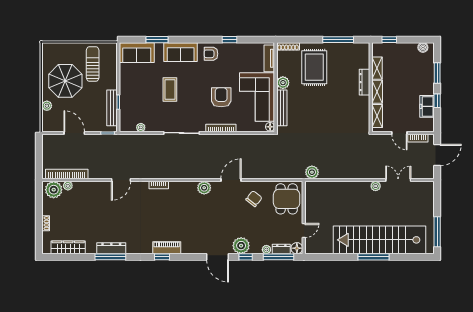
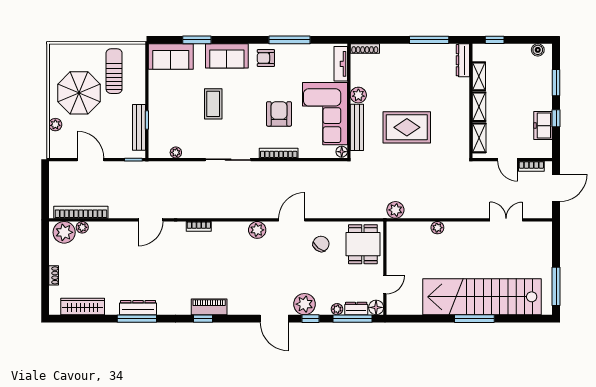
window: (229, 40) -> (290, 40), width x2.17
rug: (314, 67) -> (407, 127), moved, turned 90
dresser: (364, 82) -> (463, 60), moved
plant: (376, 186) -> (437, 228), moved

